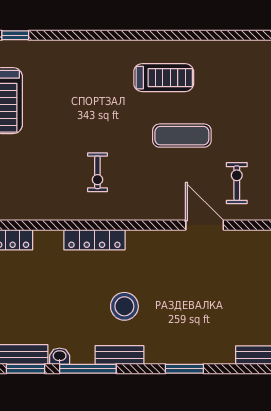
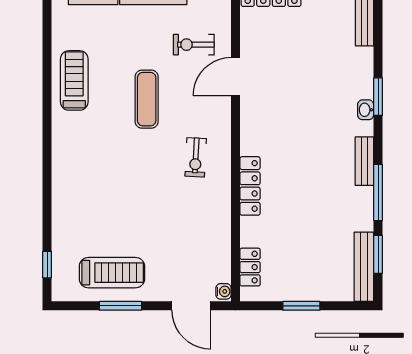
treadmill: (164, 78) -> (74, 80), moved
exercise bike: (97, 172) -> (196, 157), moved, turned 93
stool: (124, 306) -> (316, 156), removed
washbasin: (60, 356) -> (366, 110), moved

